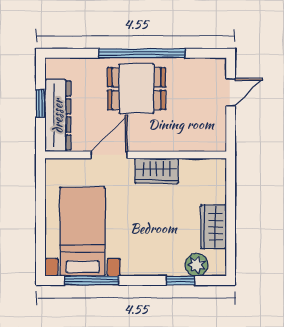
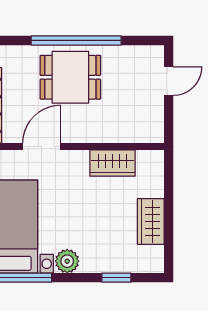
wardrobe: (157, 171) -> (113, 163), moved
plant: (197, 265) -> (67, 261), moved

